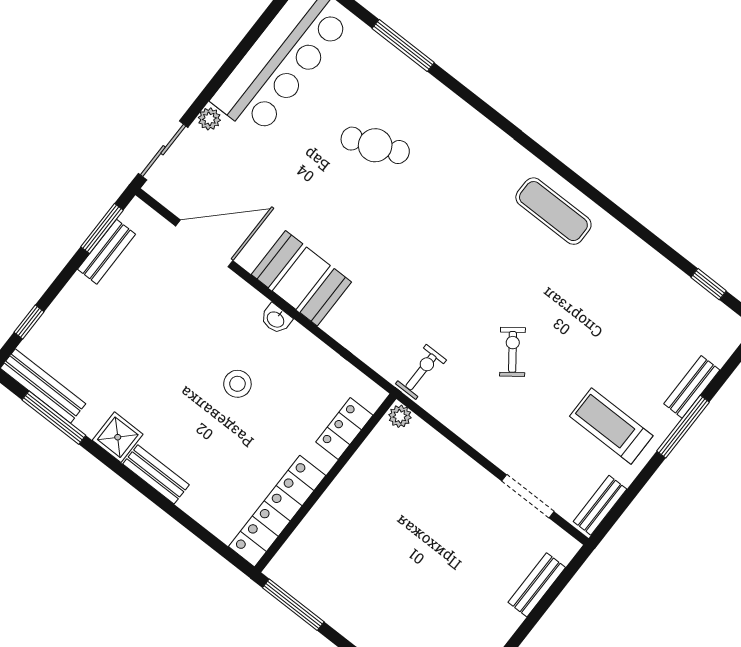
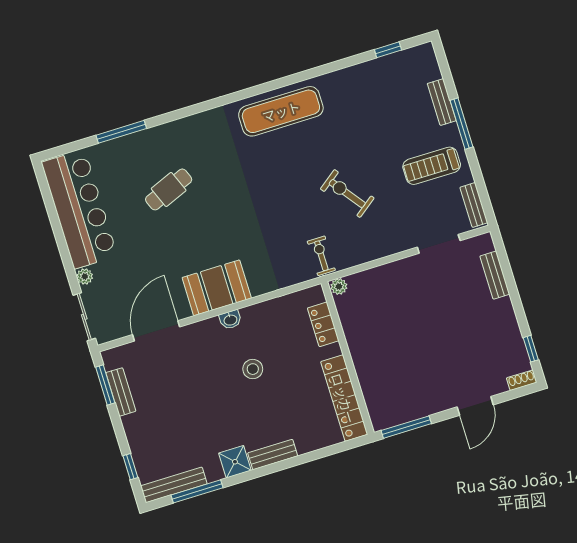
exercise mat: (553, 211) -> (281, 111), width x1.36, depth x1.45
exercise bike: (513, 352) -> (347, 193), width x1.38, depth x1.39

